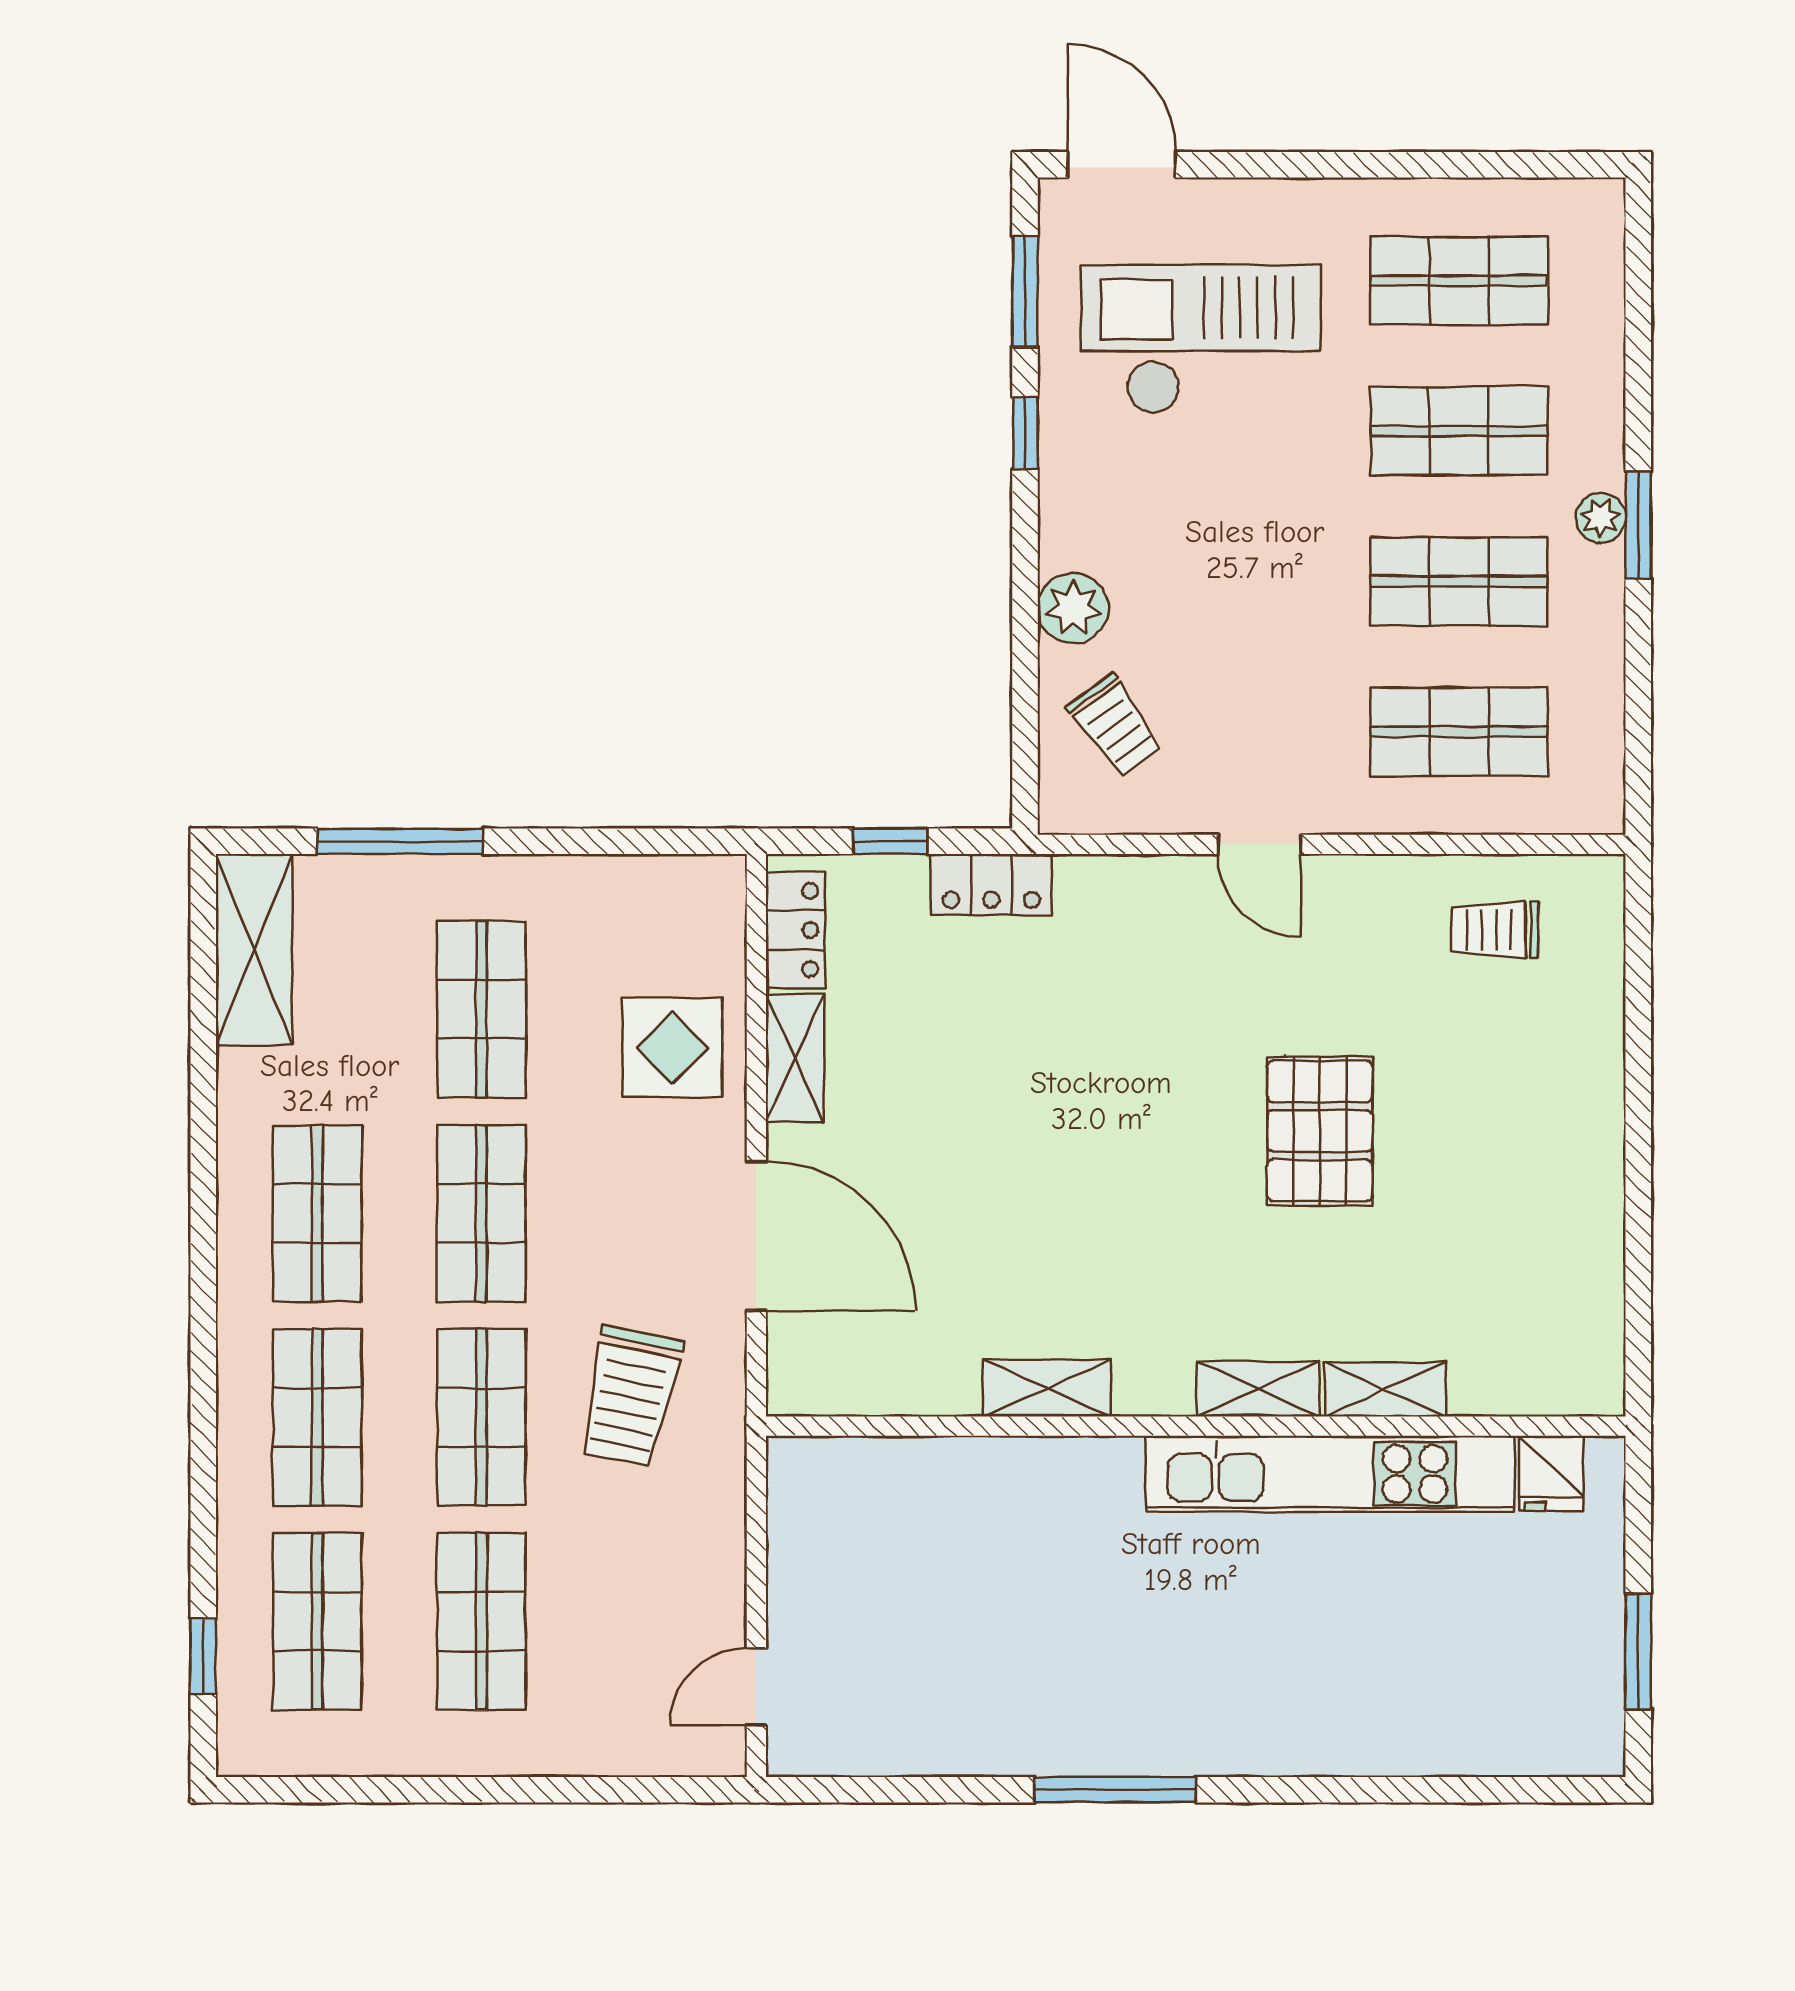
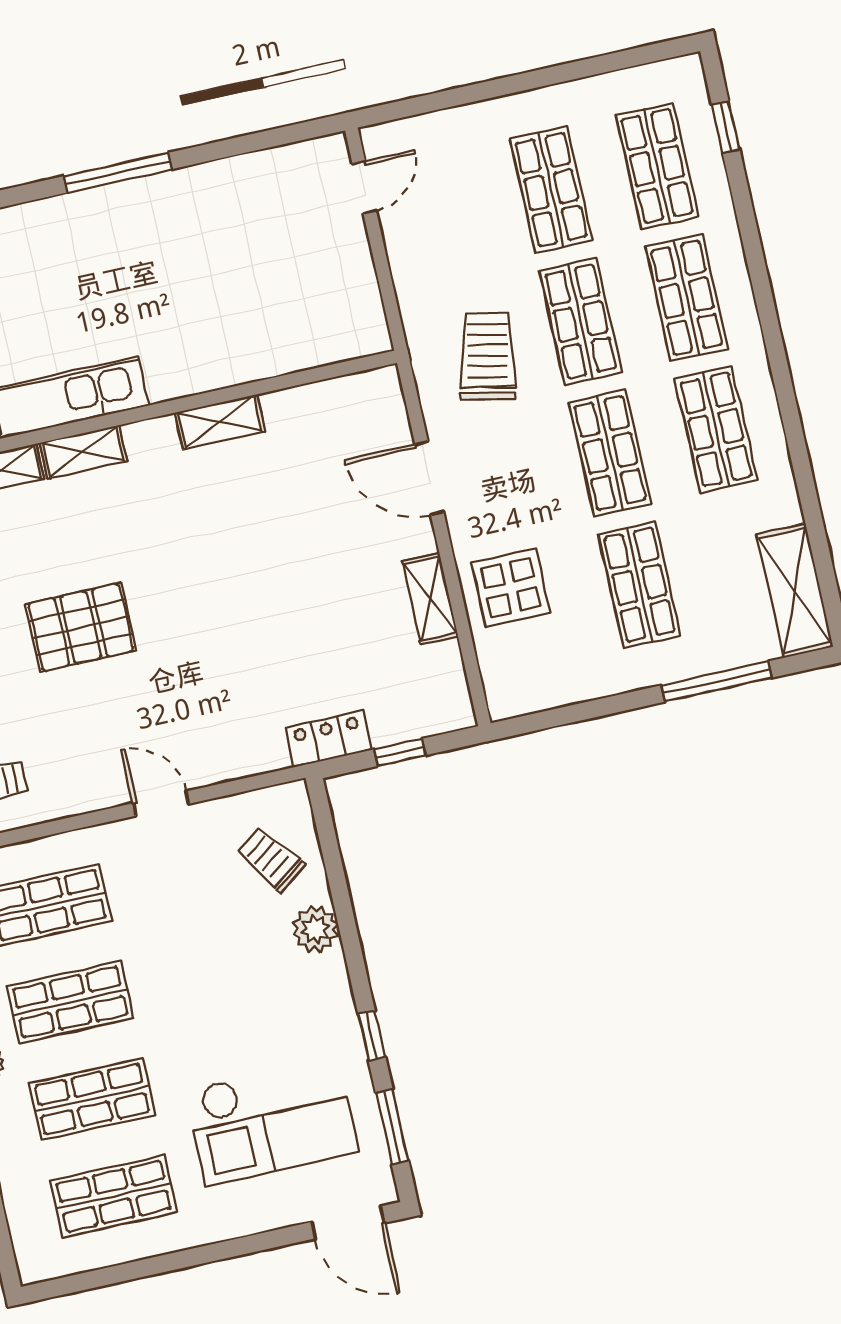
locker: (795, 930) -> (448, 681), removed
pallet: (1320, 1131) -> (81, 627), turned 90
door: (756, 1236) -> (429, 478), width x0.73

